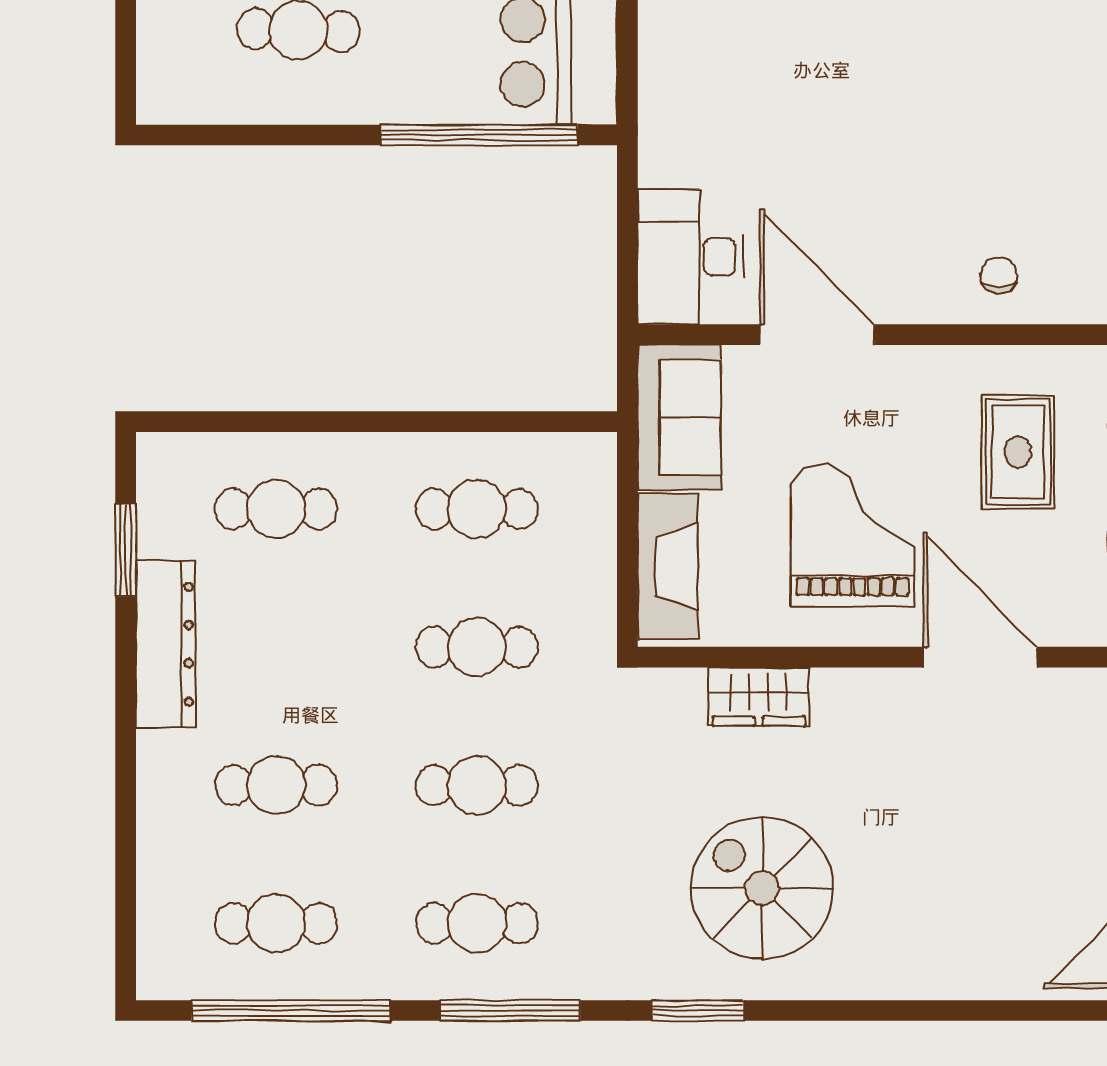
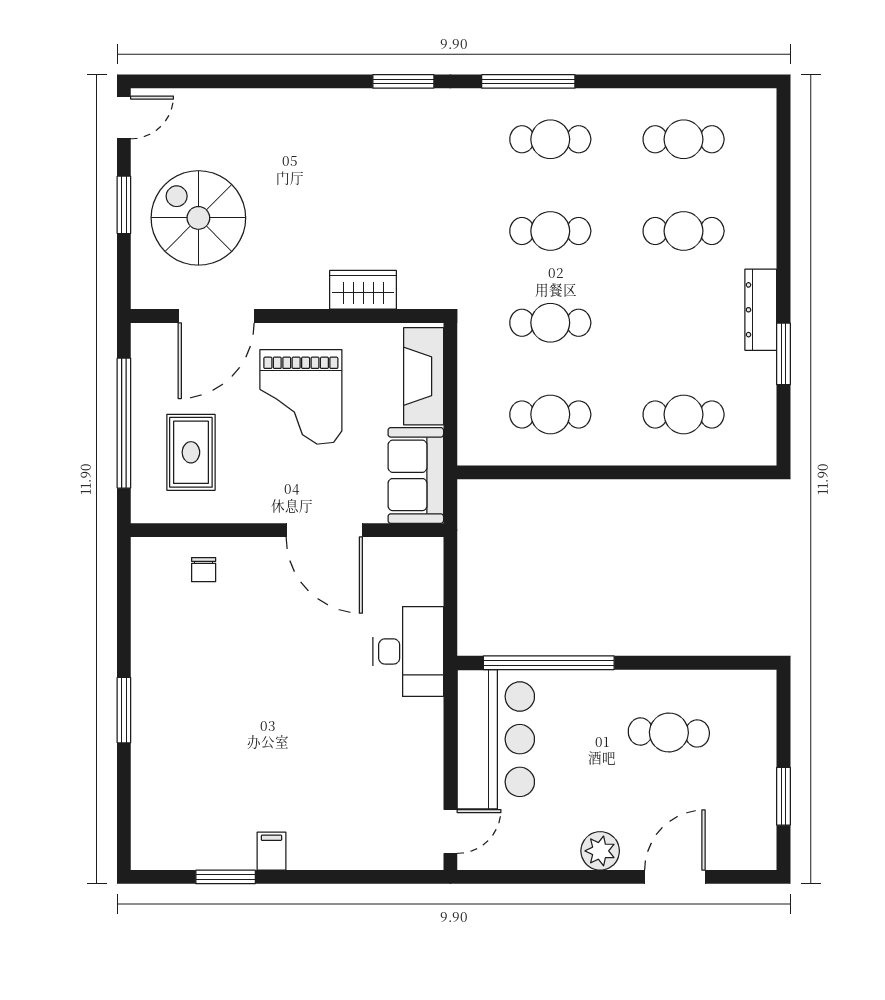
desk: (691, 257) -> (408, 651), moved
window: (126, 550) -> (784, 354), moved
dresser: (166, 644) -> (761, 310), width x0.73, depth x0.80
door: (980, 657) -> (216, 316), hinge flipped
spiral stairs: (762, 888) -> (198, 218), moved, turned 180
window: (291, 1011) -> (673, 81), removed

